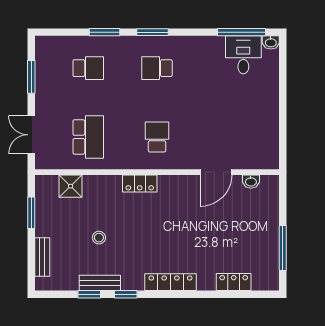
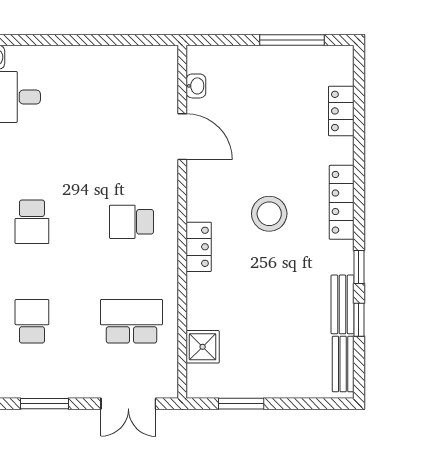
stool: (99, 238) -> (269, 214), moved, width x1.89, depth x1.89
bench: (42, 257) -> (343, 364), moved, turned 90

